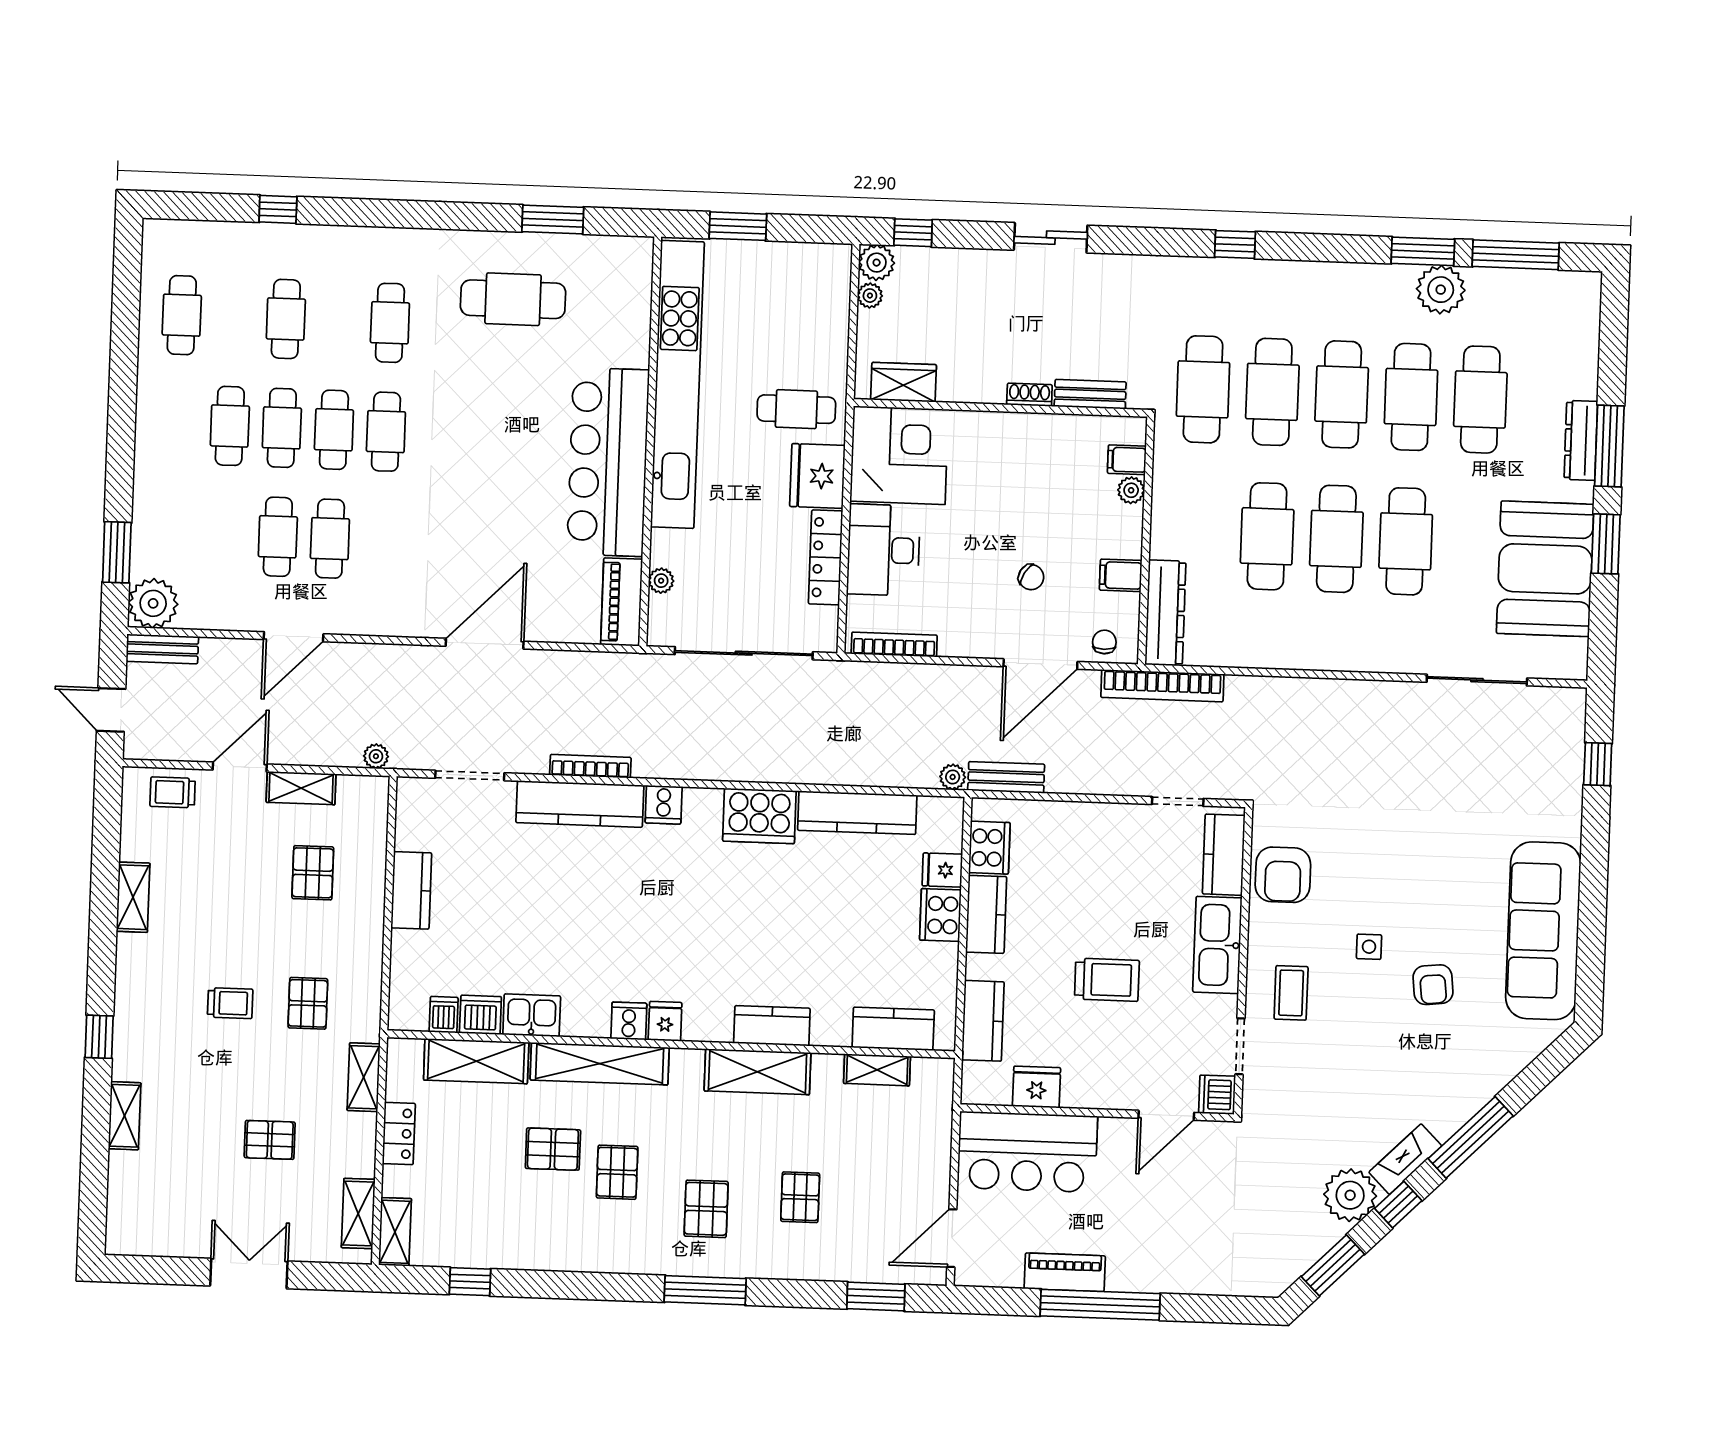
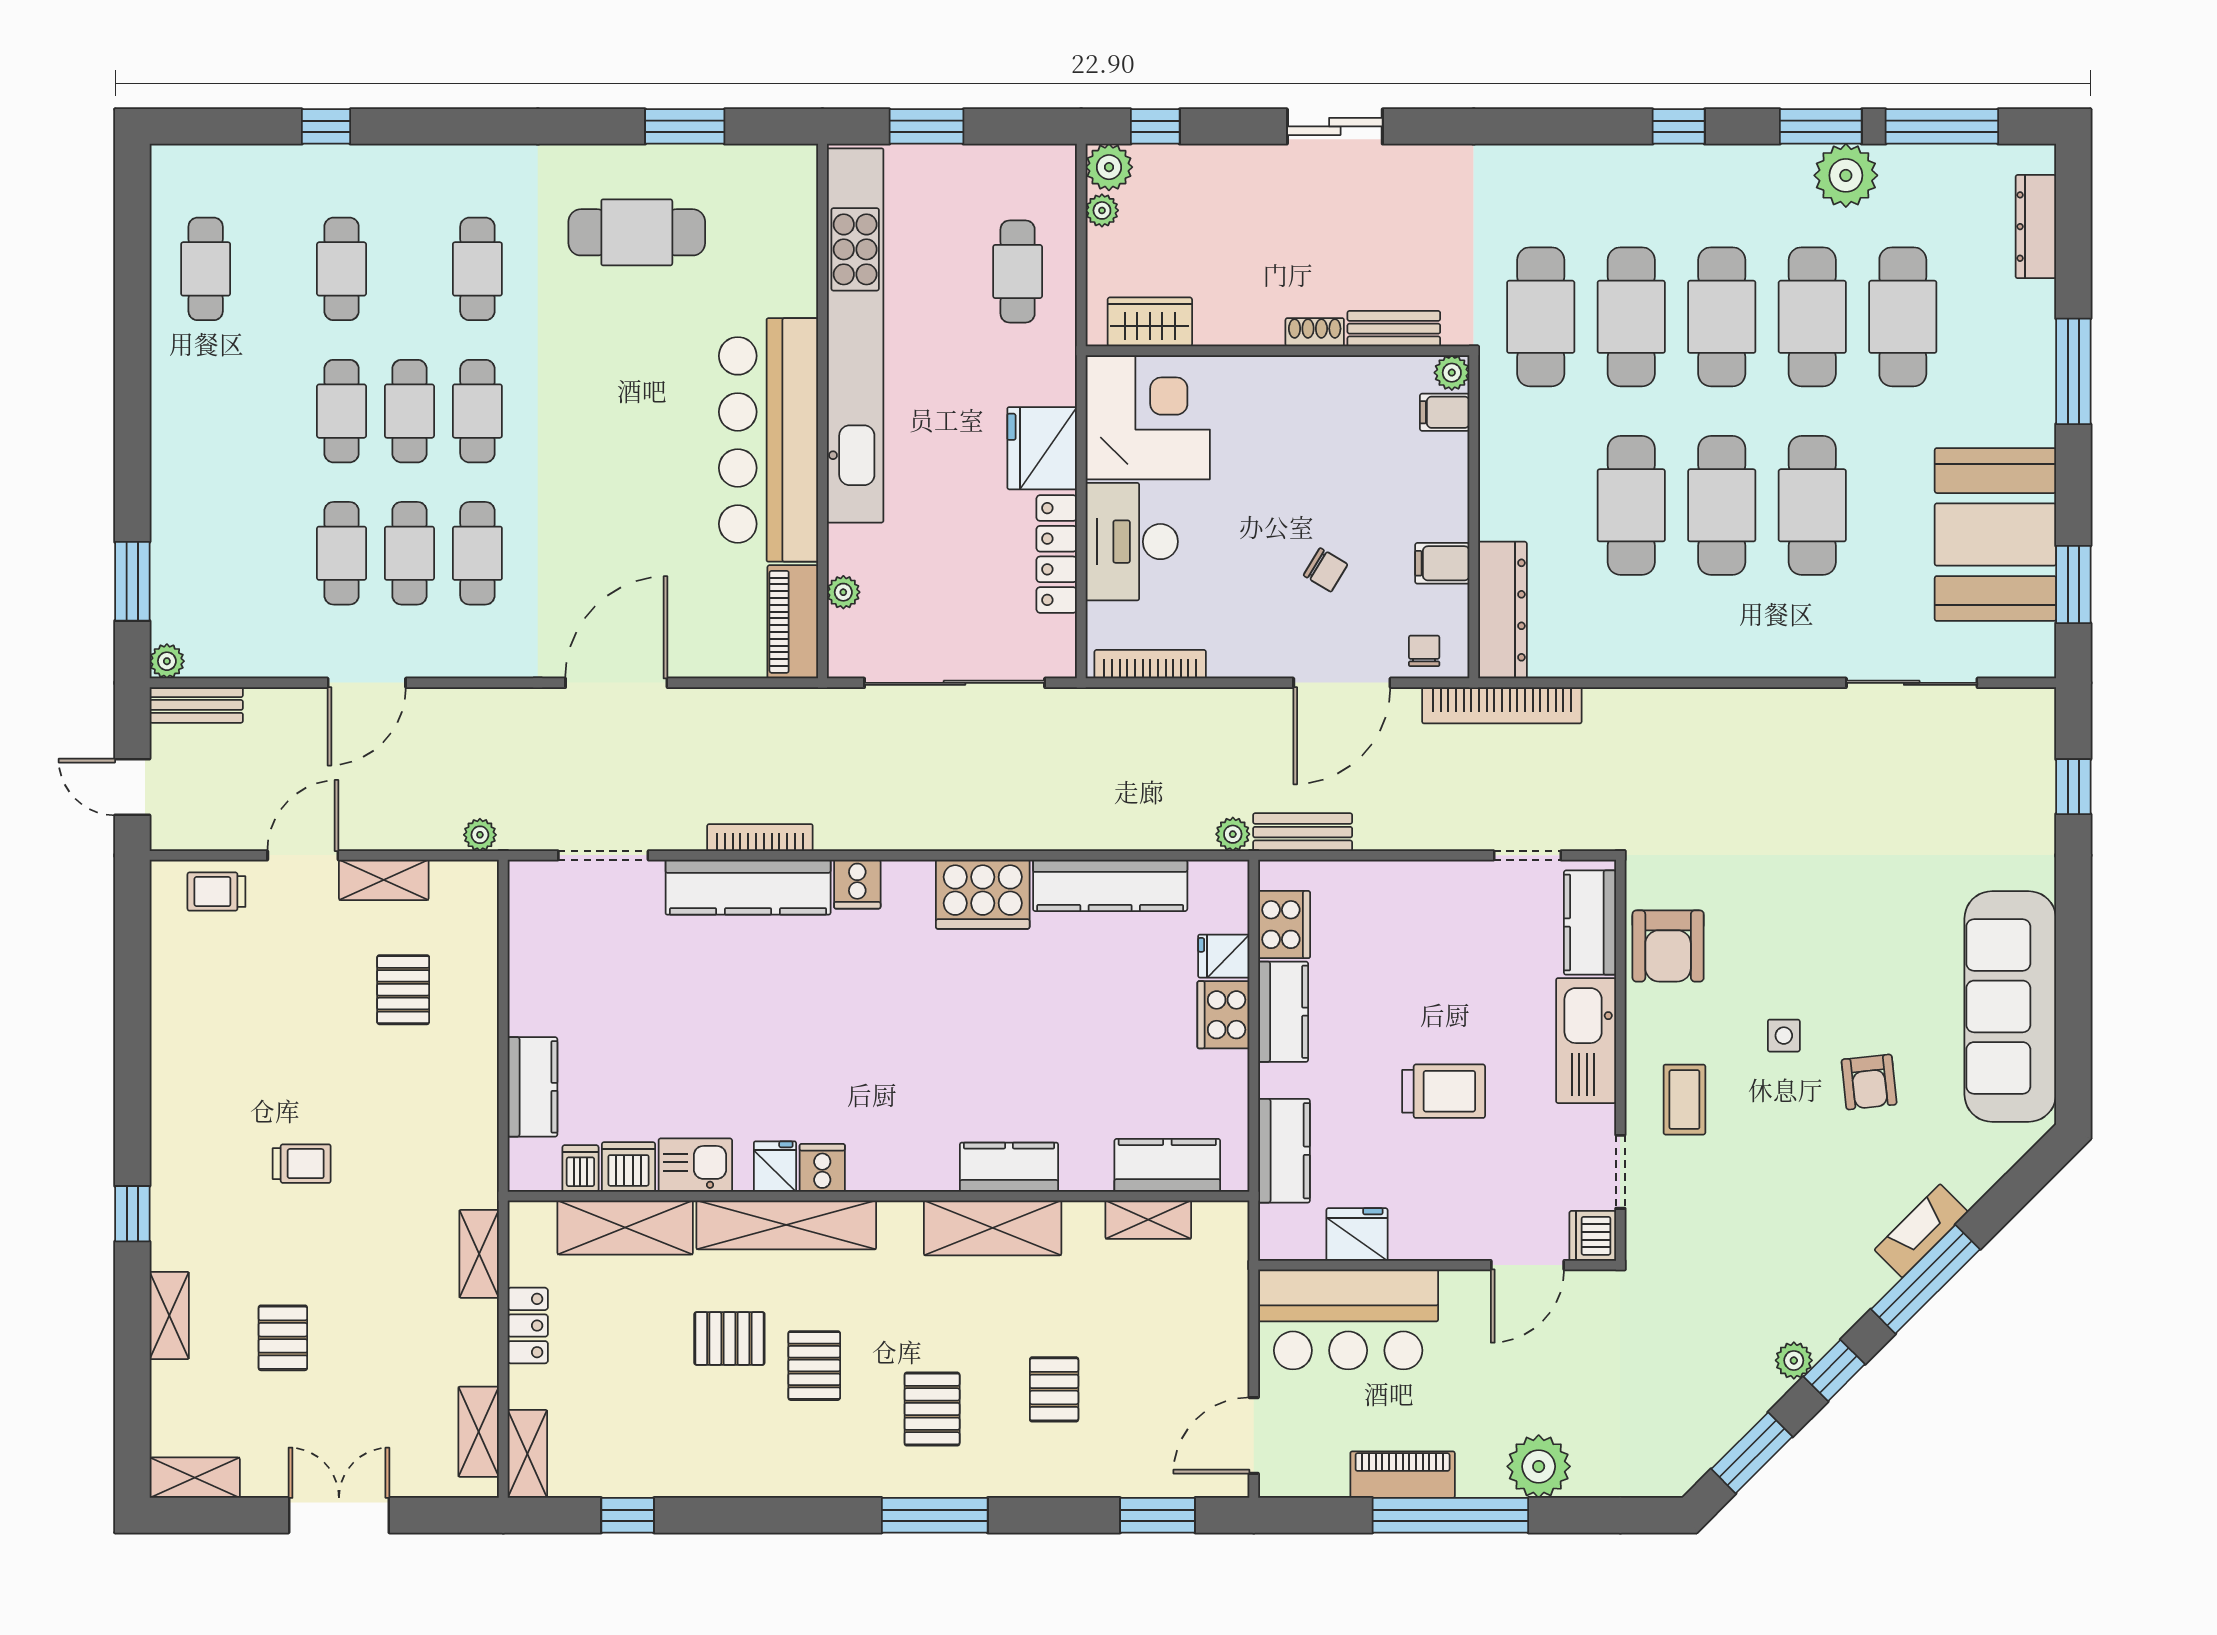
window: (1235, 244) -> (1679, 126), moved
cafe table: (796, 409) -> (1018, 271), moved, turned 90
cafe table: (230, 426) -> (477, 553), moved
dresser: (1581, 440) -> (2036, 227), moved
plant: (1131, 490) -> (1452, 373), moved
window: (1606, 544) -> (2073, 584), moved
plant: (153, 603) -> (167, 661), width x0.53, depth x0.53
kitchen counter: (411, 890) -> (532, 1087), moved
shelving: (133, 897) -> (195, 1478), moved, turned 90
pallet: (308, 1003) -> (403, 1160), removed
fridge: (665, 1021) -> (775, 1167), moved
pallet: (270, 1140) -> (283, 1338), moved, turned 90
fireplace: (1405, 1159) -> (1921, 1231), moved
plant: (1350, 1195) -> (1794, 1360), width x0.53, depth x0.53
plant: (1169, 1270) -> (1539, 1466), added

